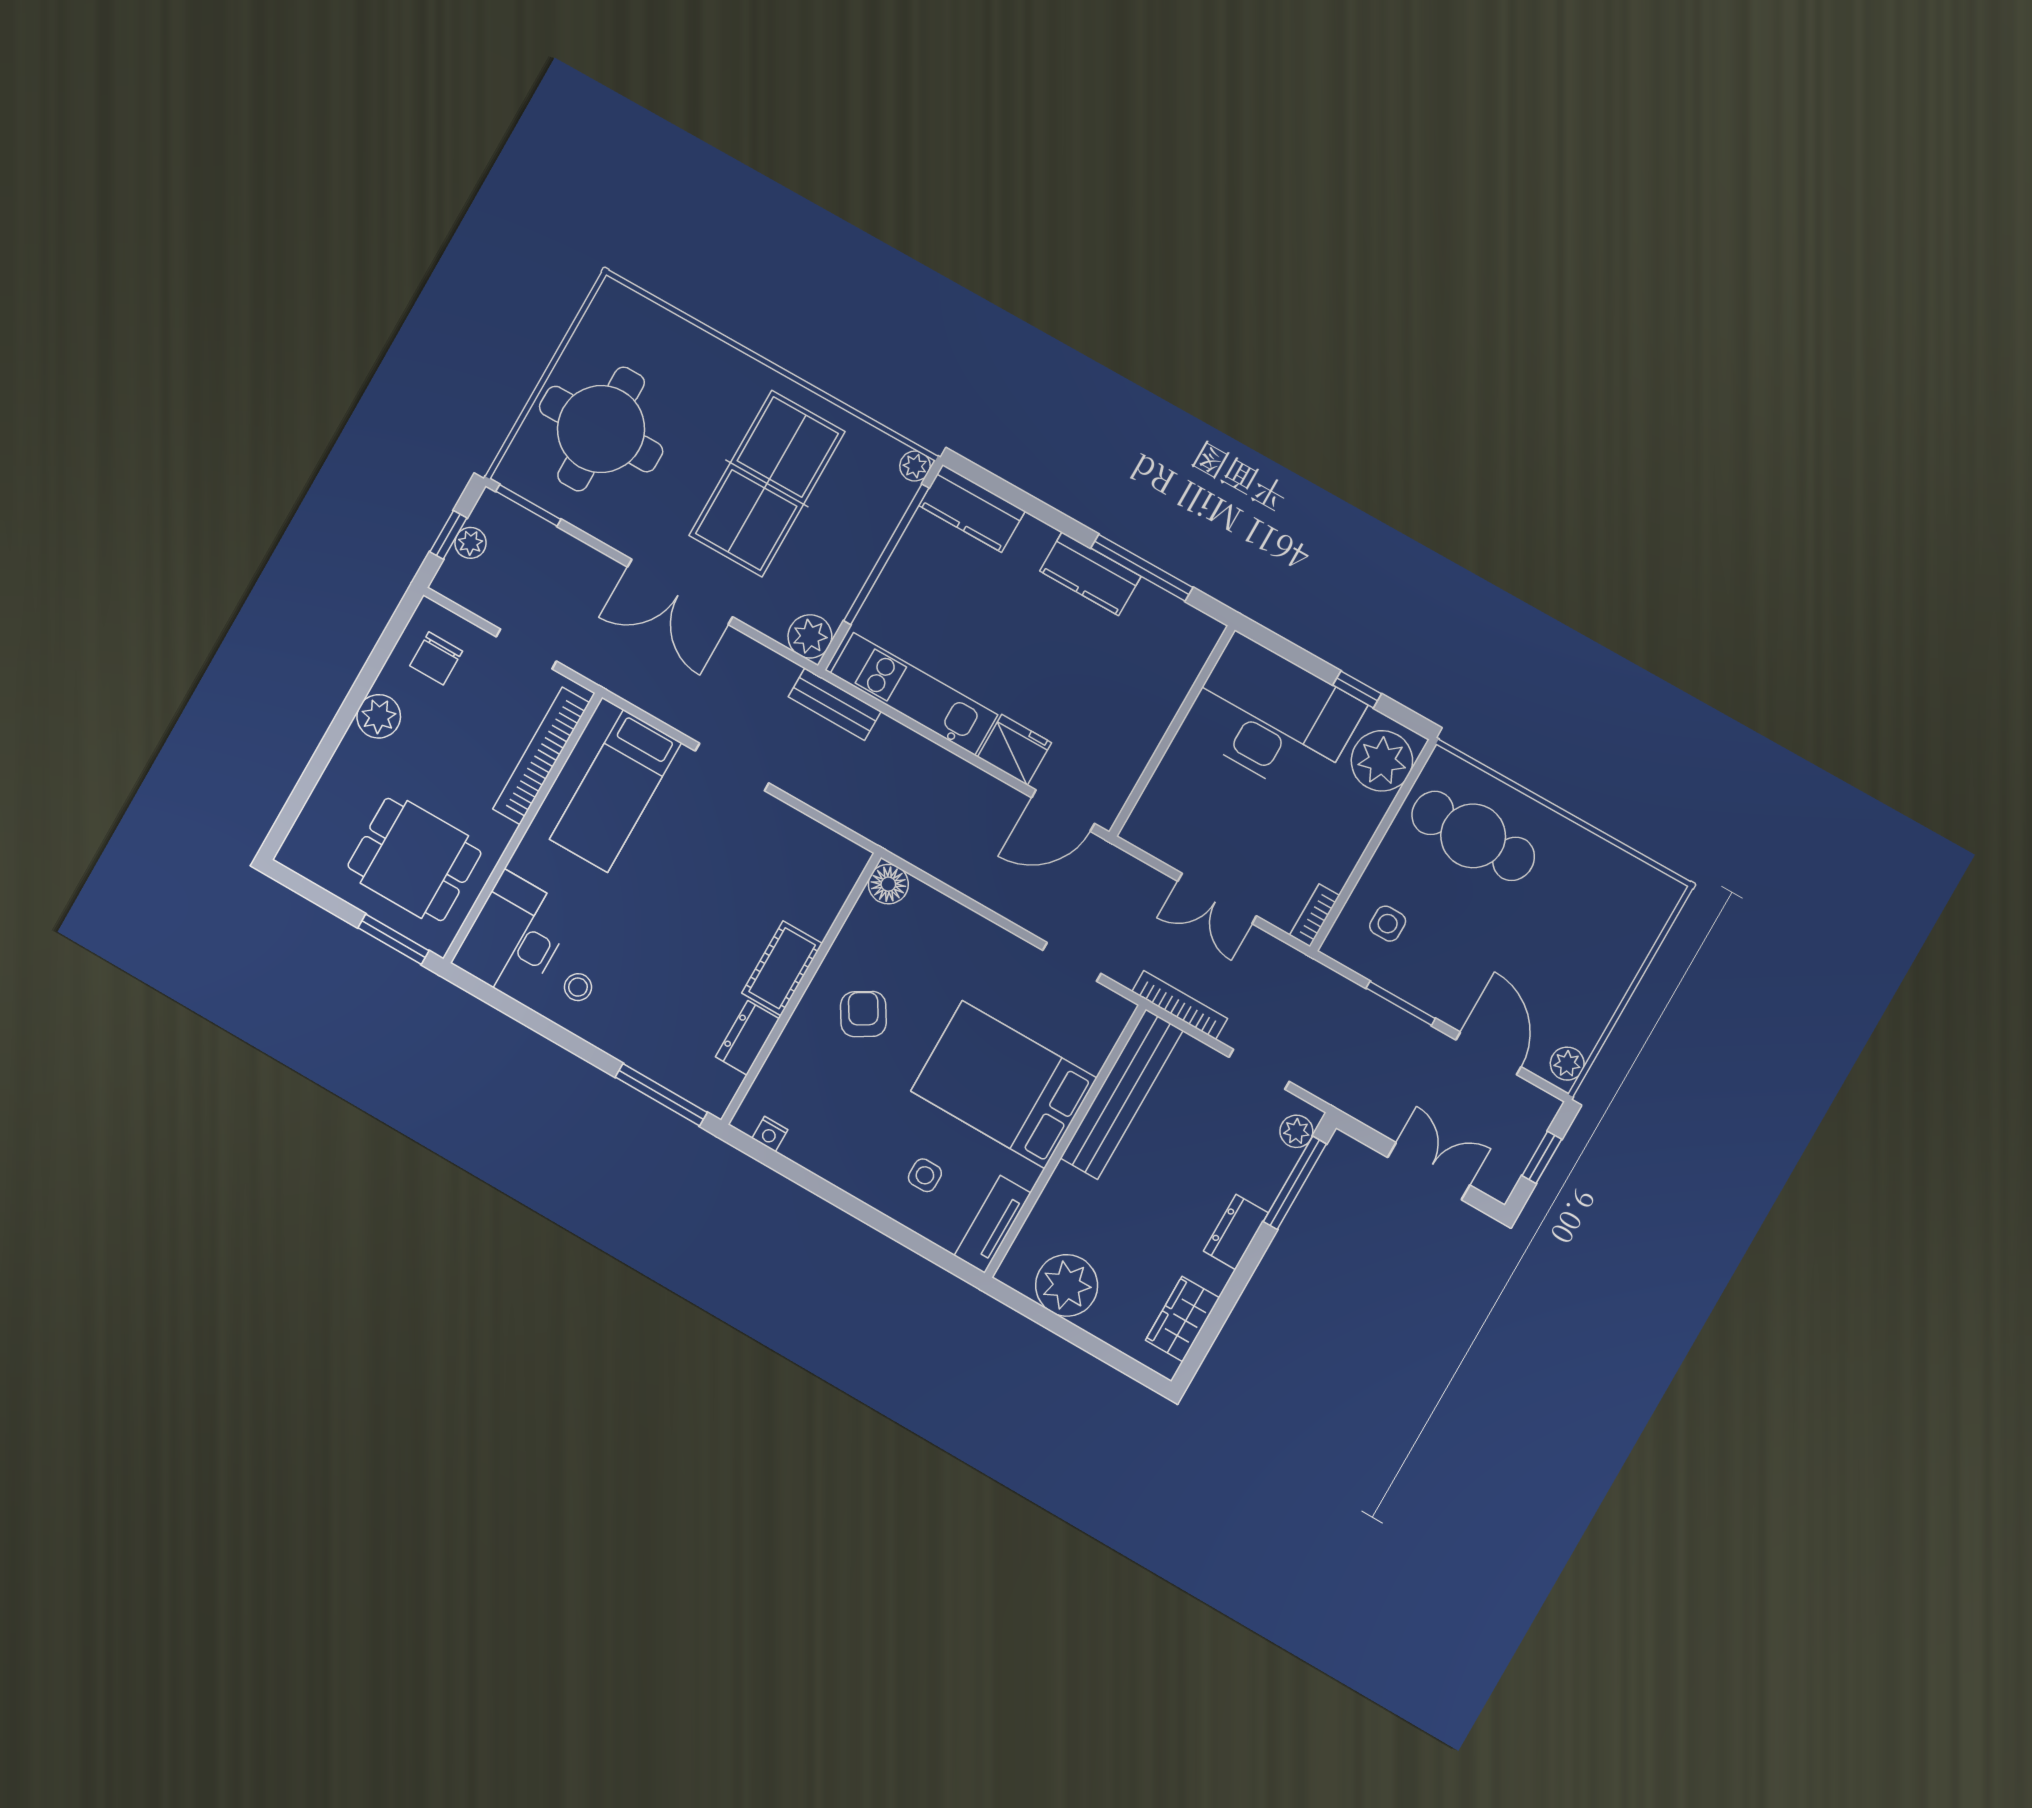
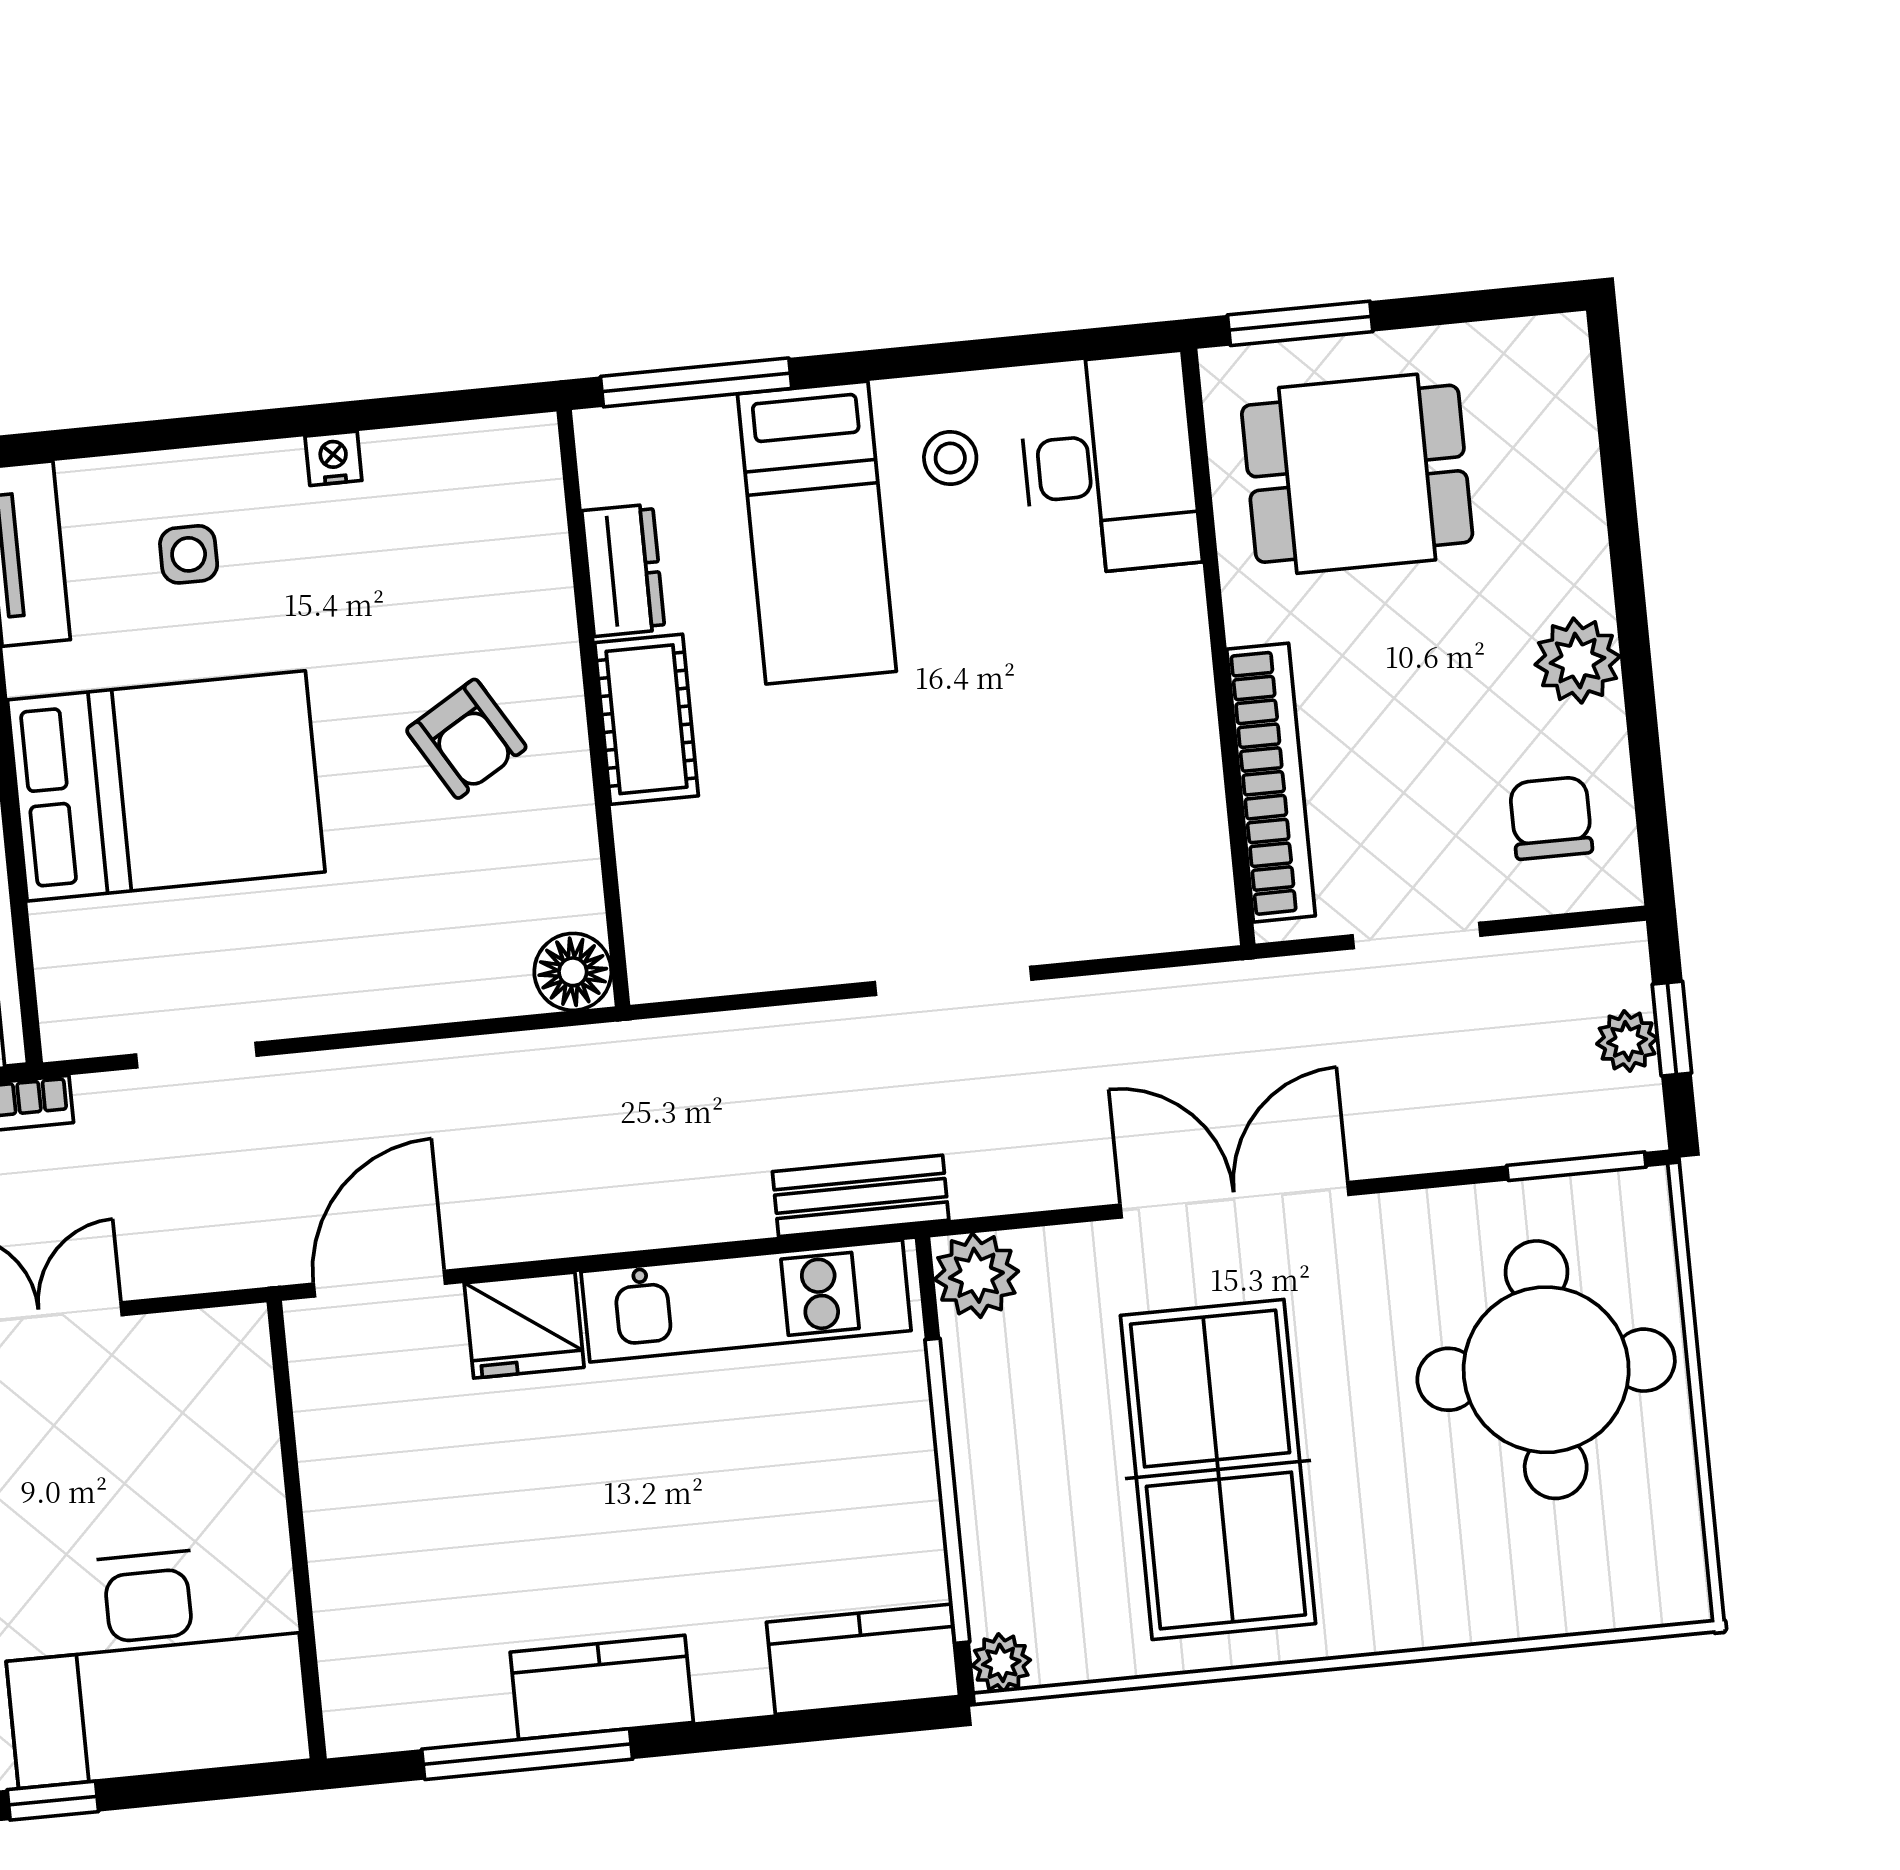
bed: (615, 791) -> (817, 533), moved, turned 180
nightstand: (770, 1134) -> (333, 458), moved

